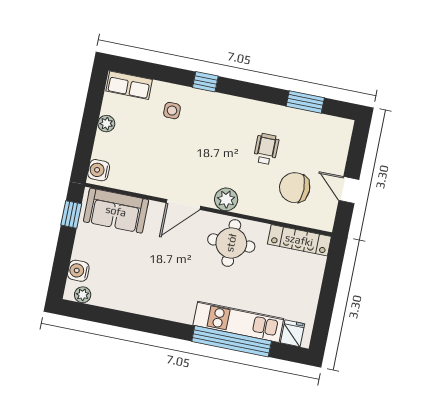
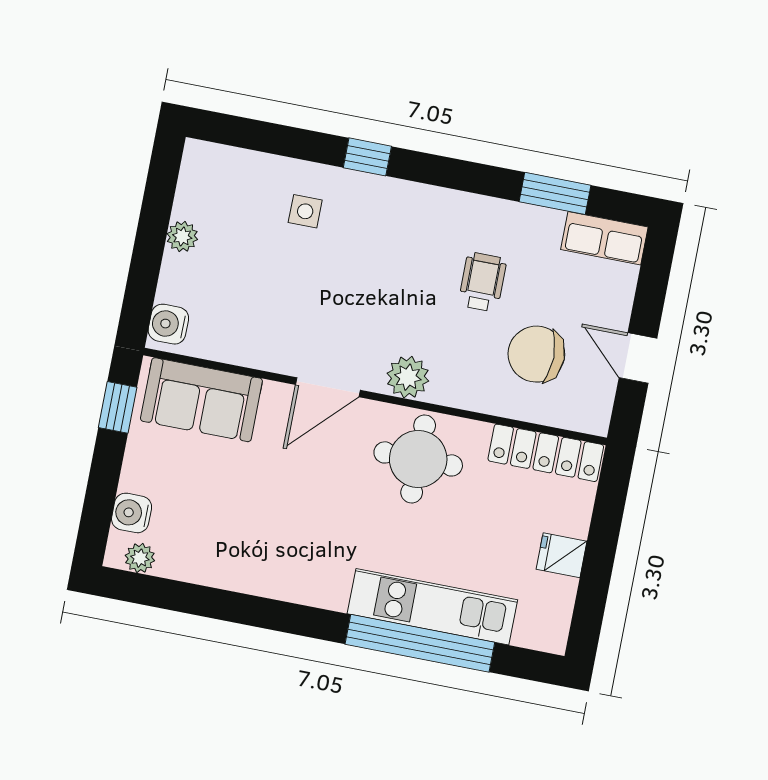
row of seats: (129, 85) -> (604, 238), moved
fridge: (293, 333) -> (562, 555), moved, turned -90

